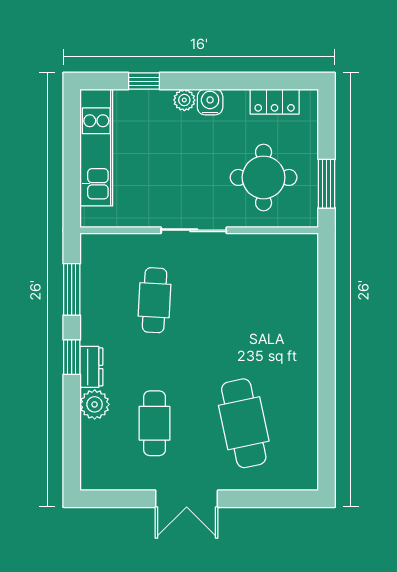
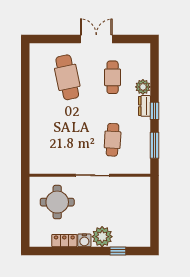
plant: (184, 100) -> (102, 237), width x1.88, depth x1.88
locker: (275, 102) -> (64, 241), moved
kitchen unit: (96, 148) -> (142, 217), removed
window: (327, 184) -> (25, 199), removed

